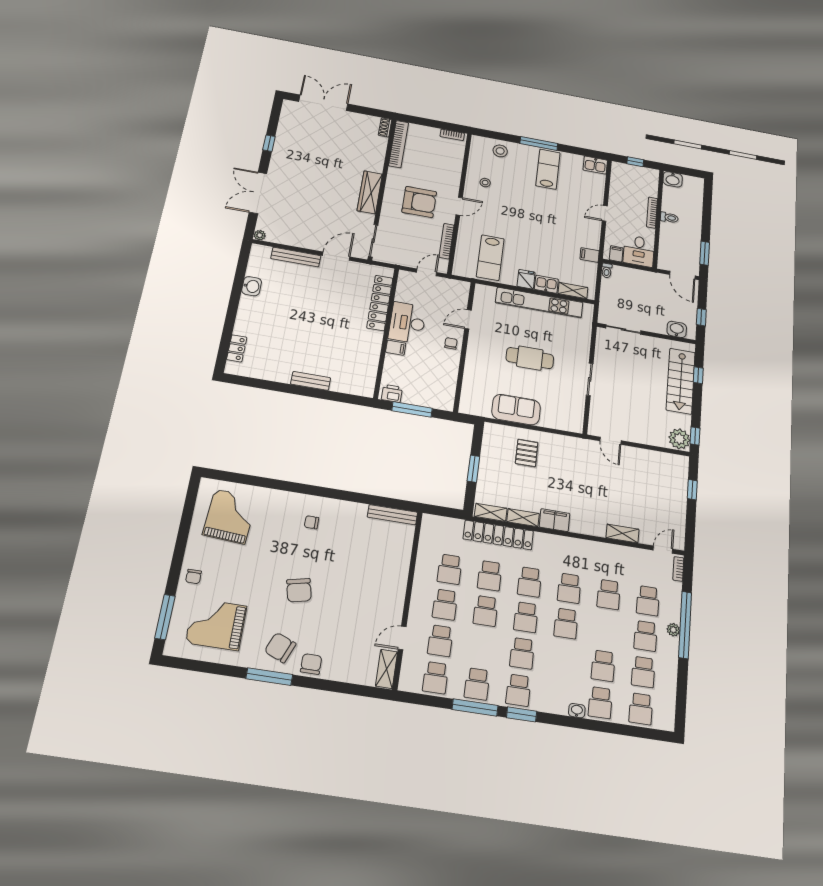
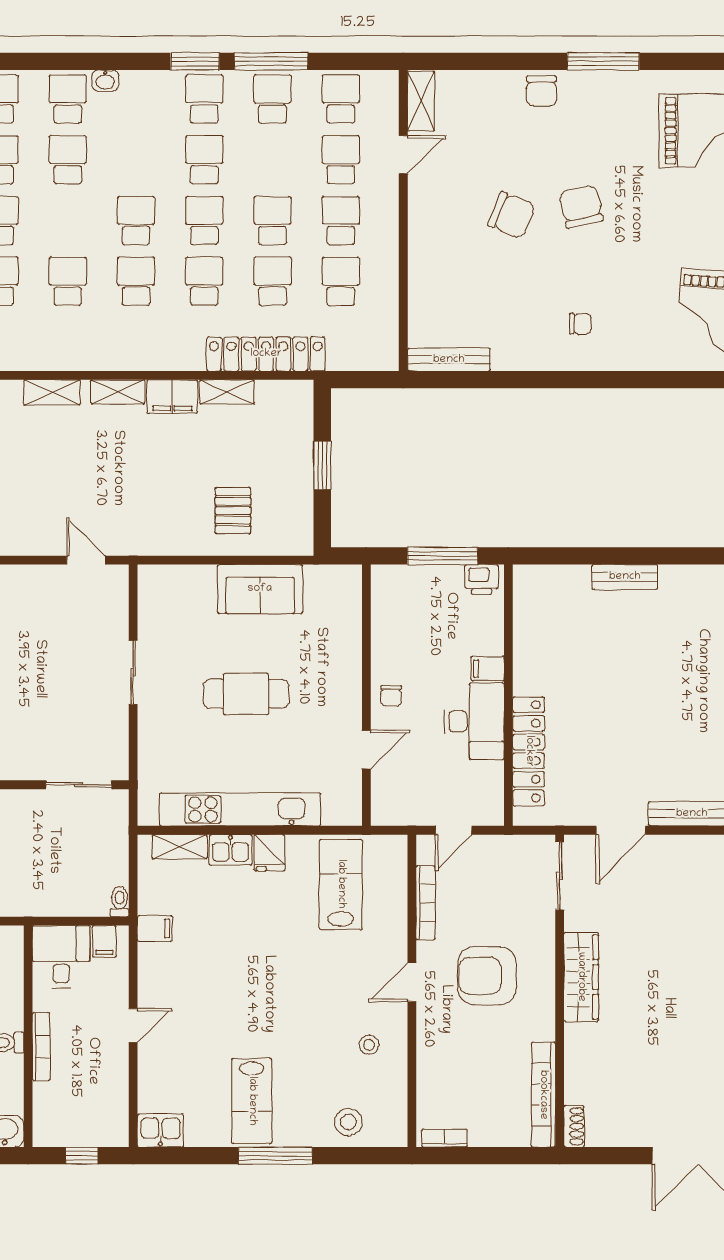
shelving: (491, 512) -> (118, 392), moved
chair: (280, 648) -> (511, 215), moved

